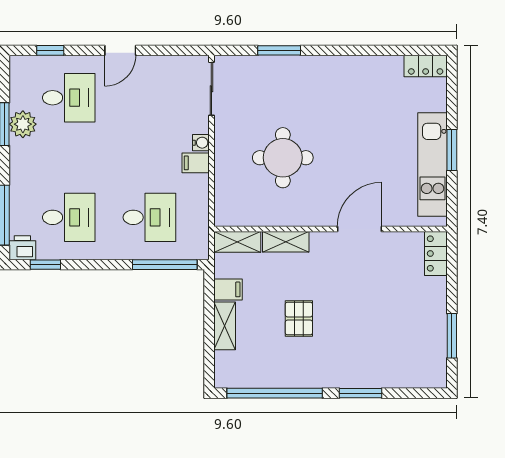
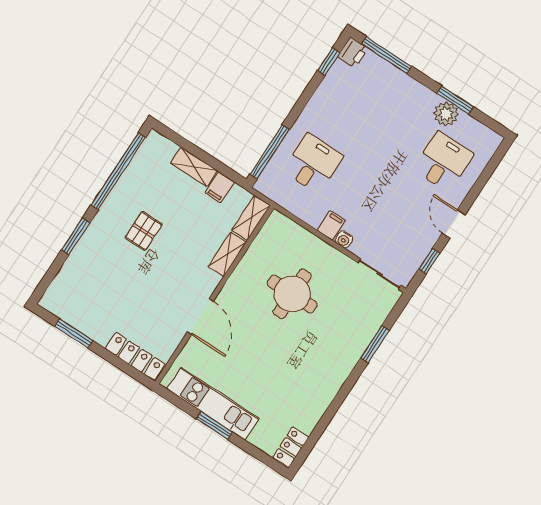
window: (50, 50) -> (429, 261), moved
desk: (69, 98) -> (443, 162), turned 180
desk: (69, 217) -> (353, 103), removed
desk: (149, 217) -> (313, 164), turned 180
locker: (436, 253) -> (135, 356), width x1.53
pallet: (299, 319) -> (144, 231), moved, turned 90

